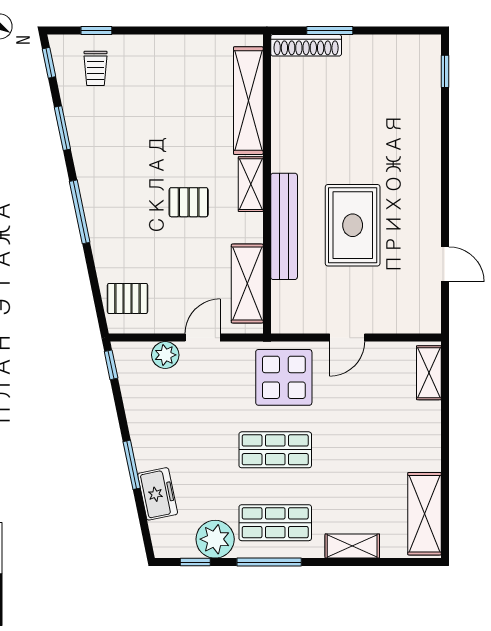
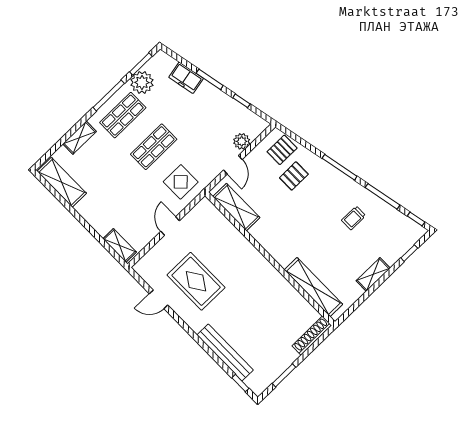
window: (330, 30) -> (284, 375), moved
trolley: (96, 68) -> (354, 218), moved, turned -90
window: (62, 128) -> (383, 196), width x1.44
shelving: (251, 184) -> (373, 274), moved, turned 90
pallet: (189, 202) -> (294, 176), moved
rug: (353, 225) -> (196, 281), moved
bench: (284, 226) -> (225, 352), moved
window: (111, 365) -> (241, 101), moved
display table: (284, 377) -> (181, 182), width x0.73, depth x0.73
window: (195, 562) -> (141, 64), width x1.50

